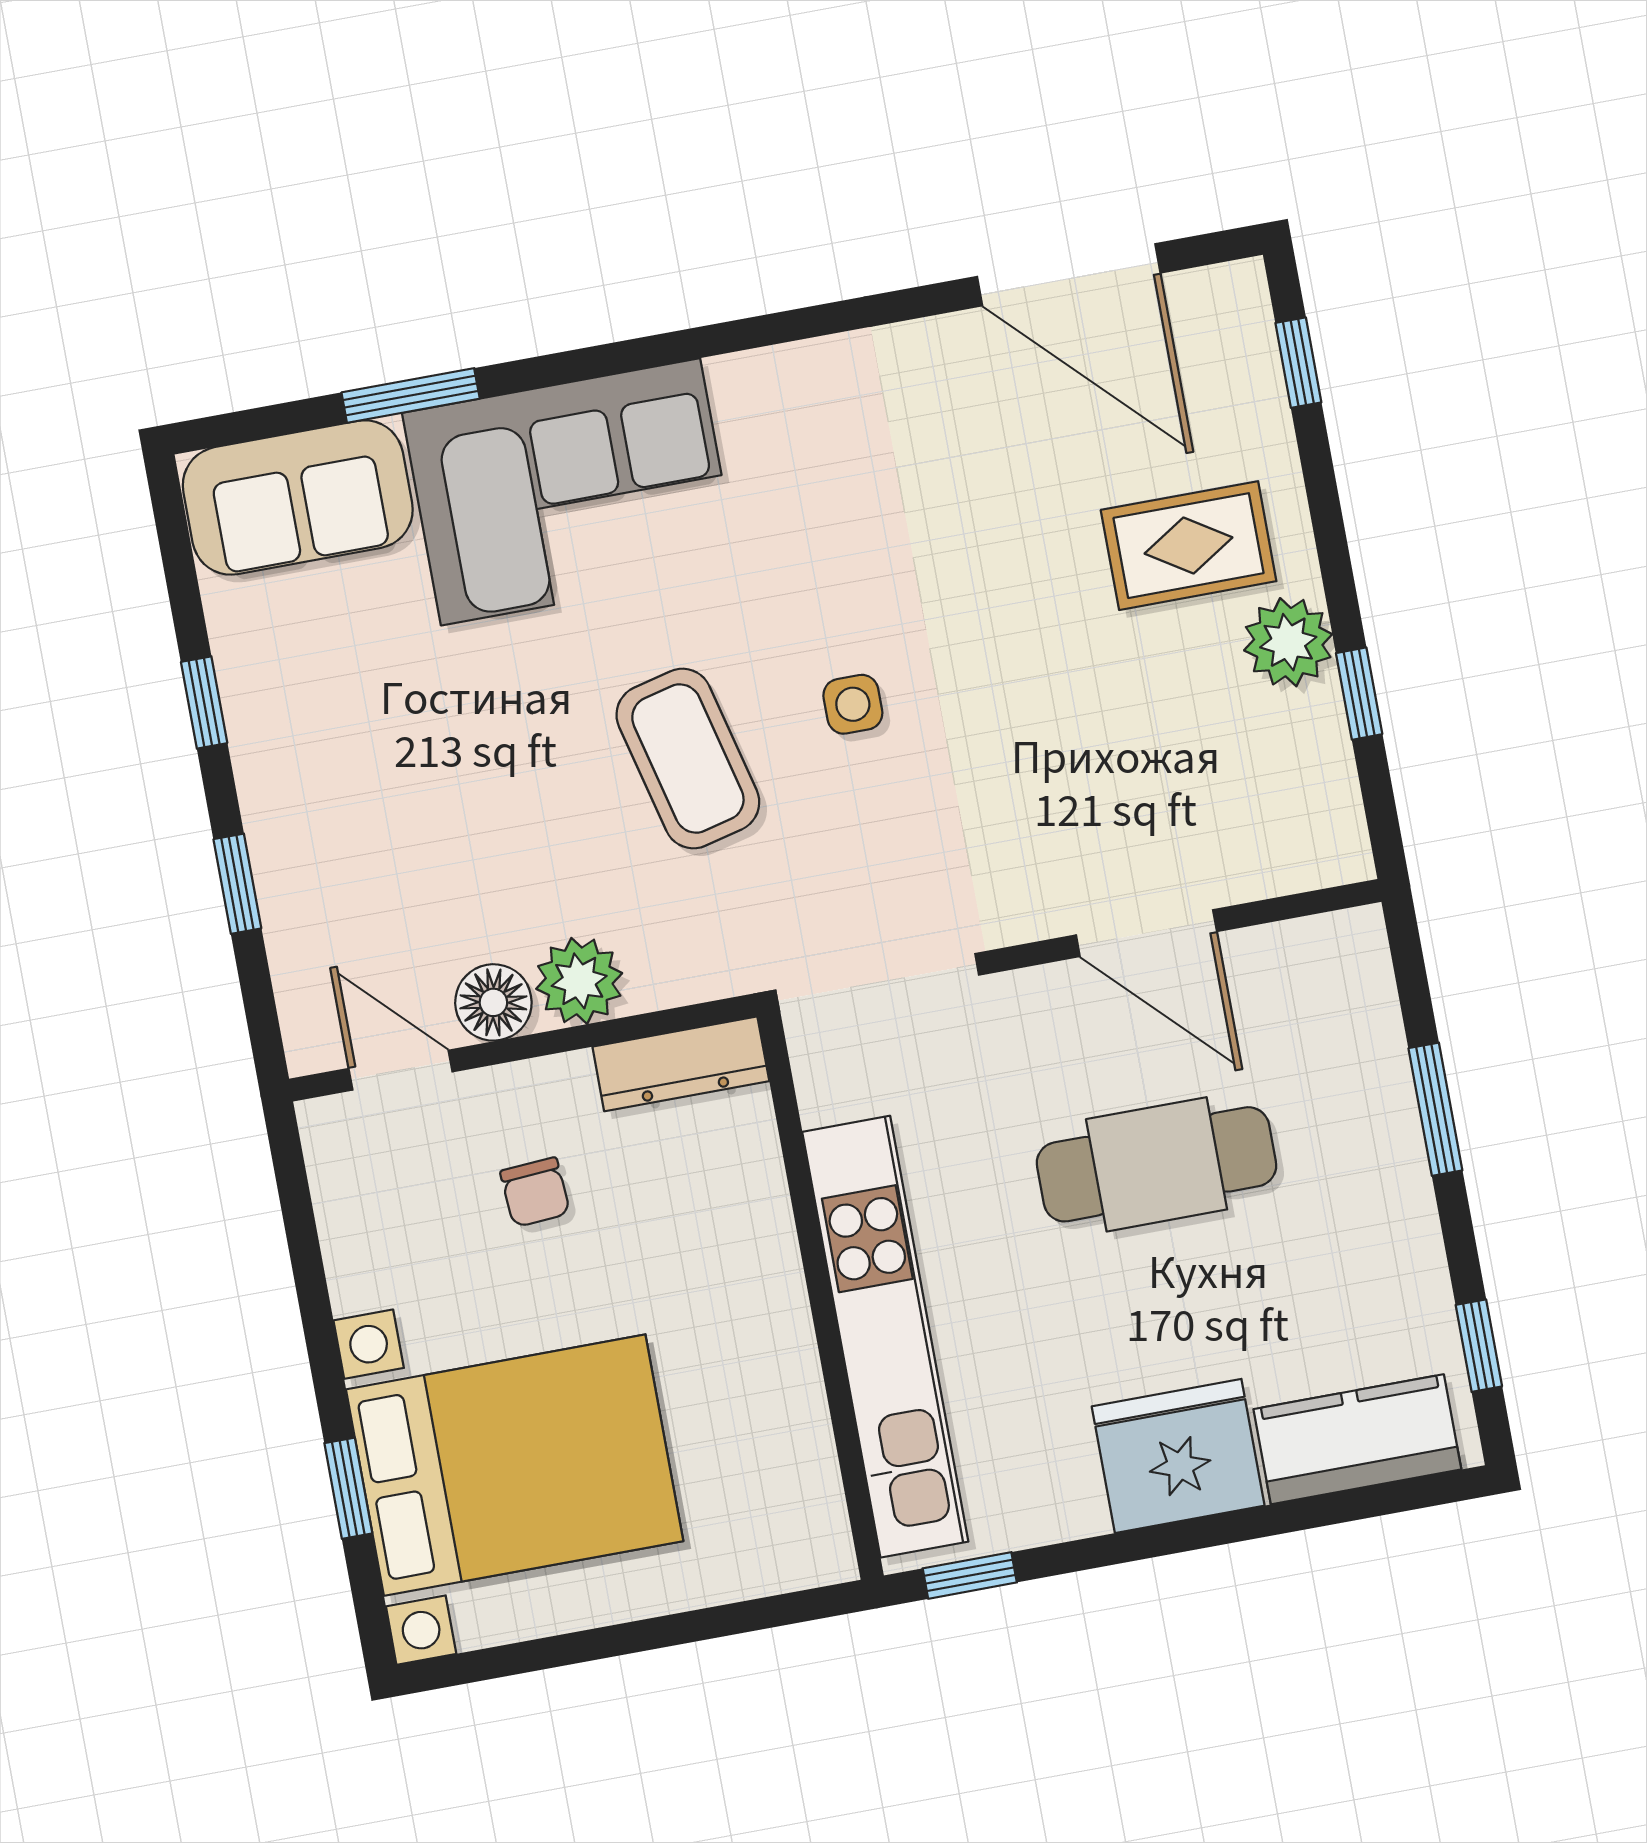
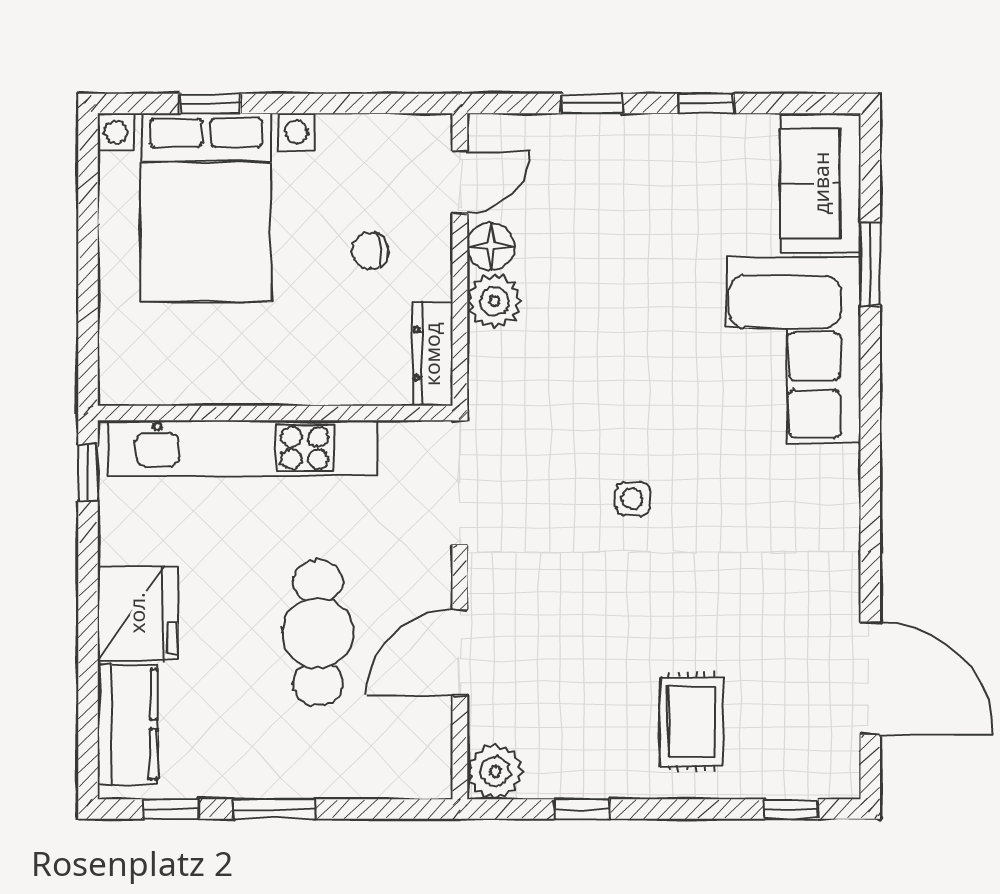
door: (1069, 275) -> (870, 679), swing flipped
plant: (1288, 642) -> (495, 772), moved
coffee table: (688, 759) -> (618, 392), removed
window: (1435, 1109) -> (274, 809), moved

